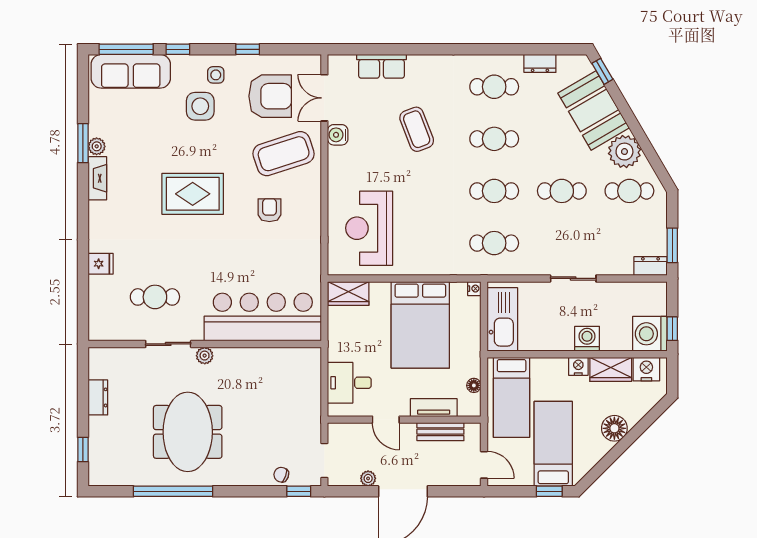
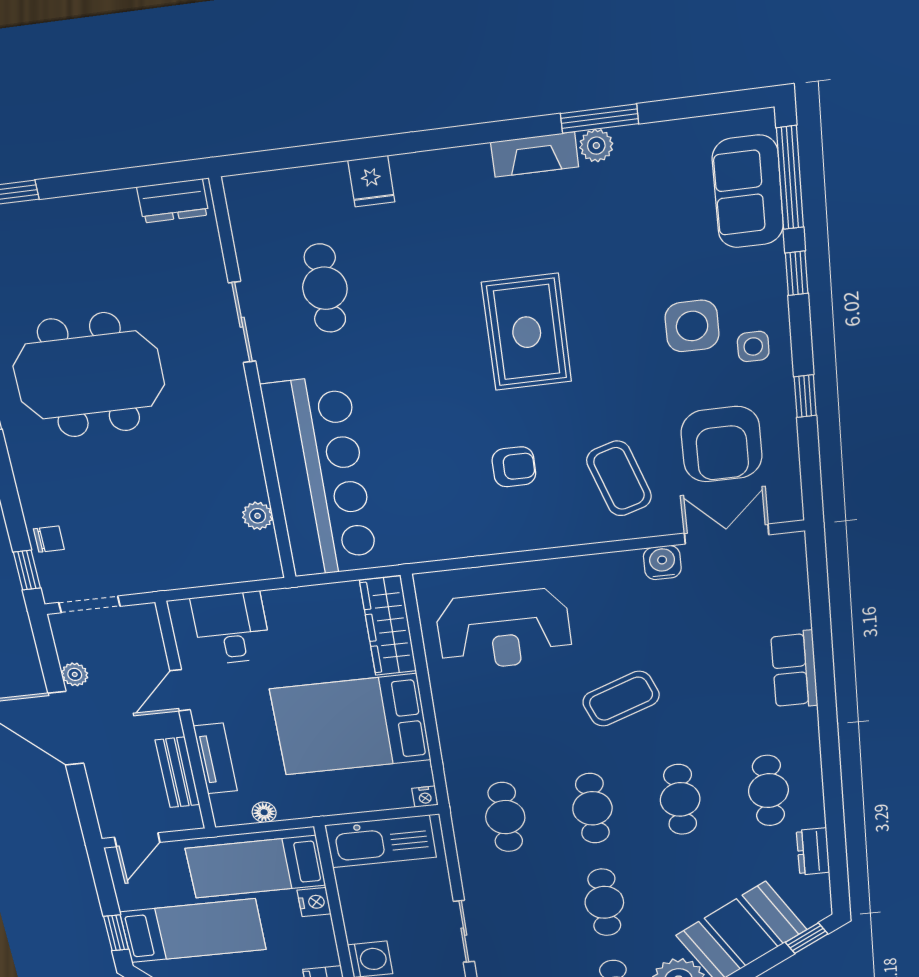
row of seats: (381, 66) -> (794, 670), moved
sofa: (131, 71) -> (748, 192), width x0.73
coffee table: (417, 129) -> (621, 699), moved
coffee table: (284, 154) -> (619, 478), width x0.73, depth x0.76
reception desk: (369, 228) -> (504, 630), turned 180
wardrobe: (348, 293) -> (388, 626), width x1.50
plant: (205, 356) -> (258, 516), moved
nightstand: (578, 366) -> (314, 902), moved
dresser: (98, 397) -> (173, 201), moved
chair: (281, 475) -> (49, 539), turned 71

